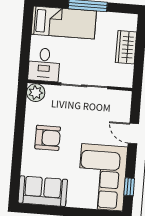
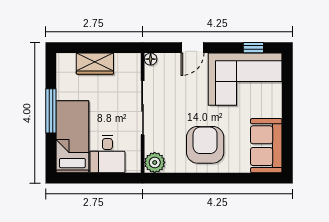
desk: (44, 65) -> (107, 154), moved, turned 90
floor lamp: (126, 96) -> (151, 59), added
armchair: (48, 138) -> (205, 145), width x1.36, depth x1.36

